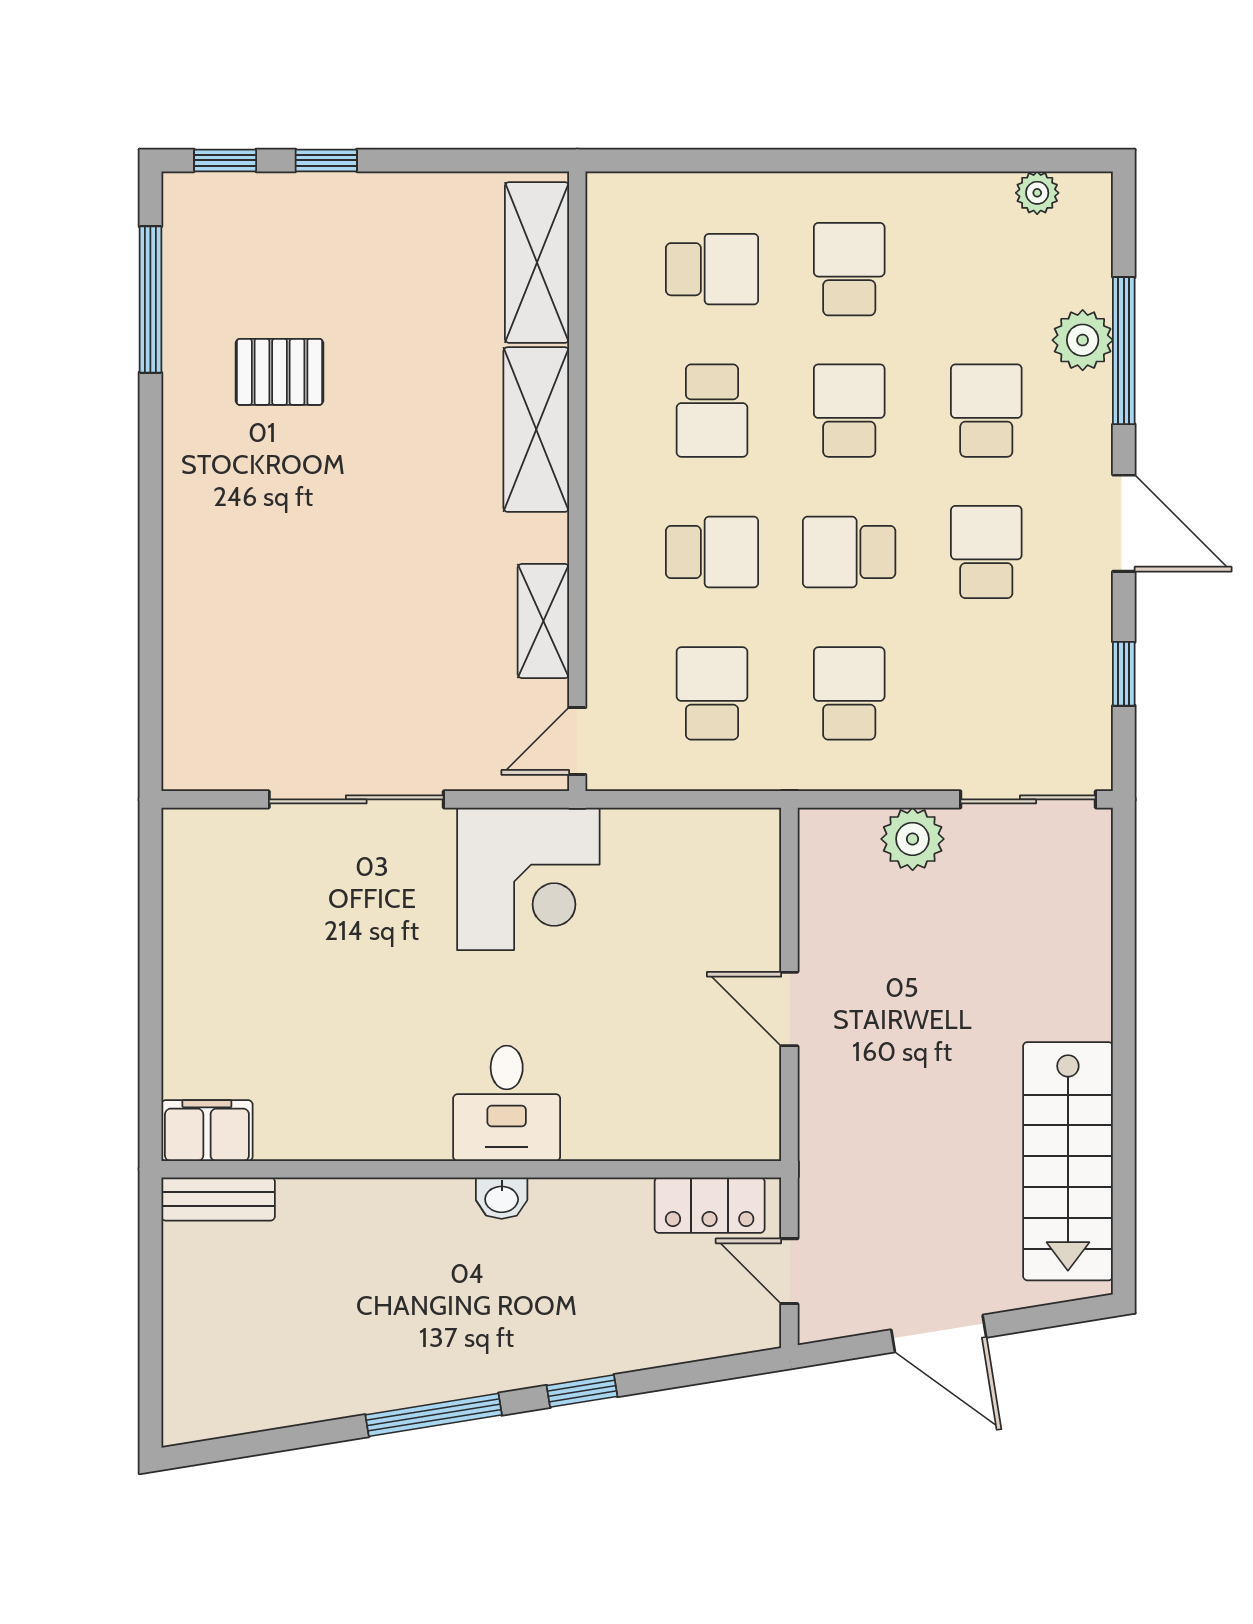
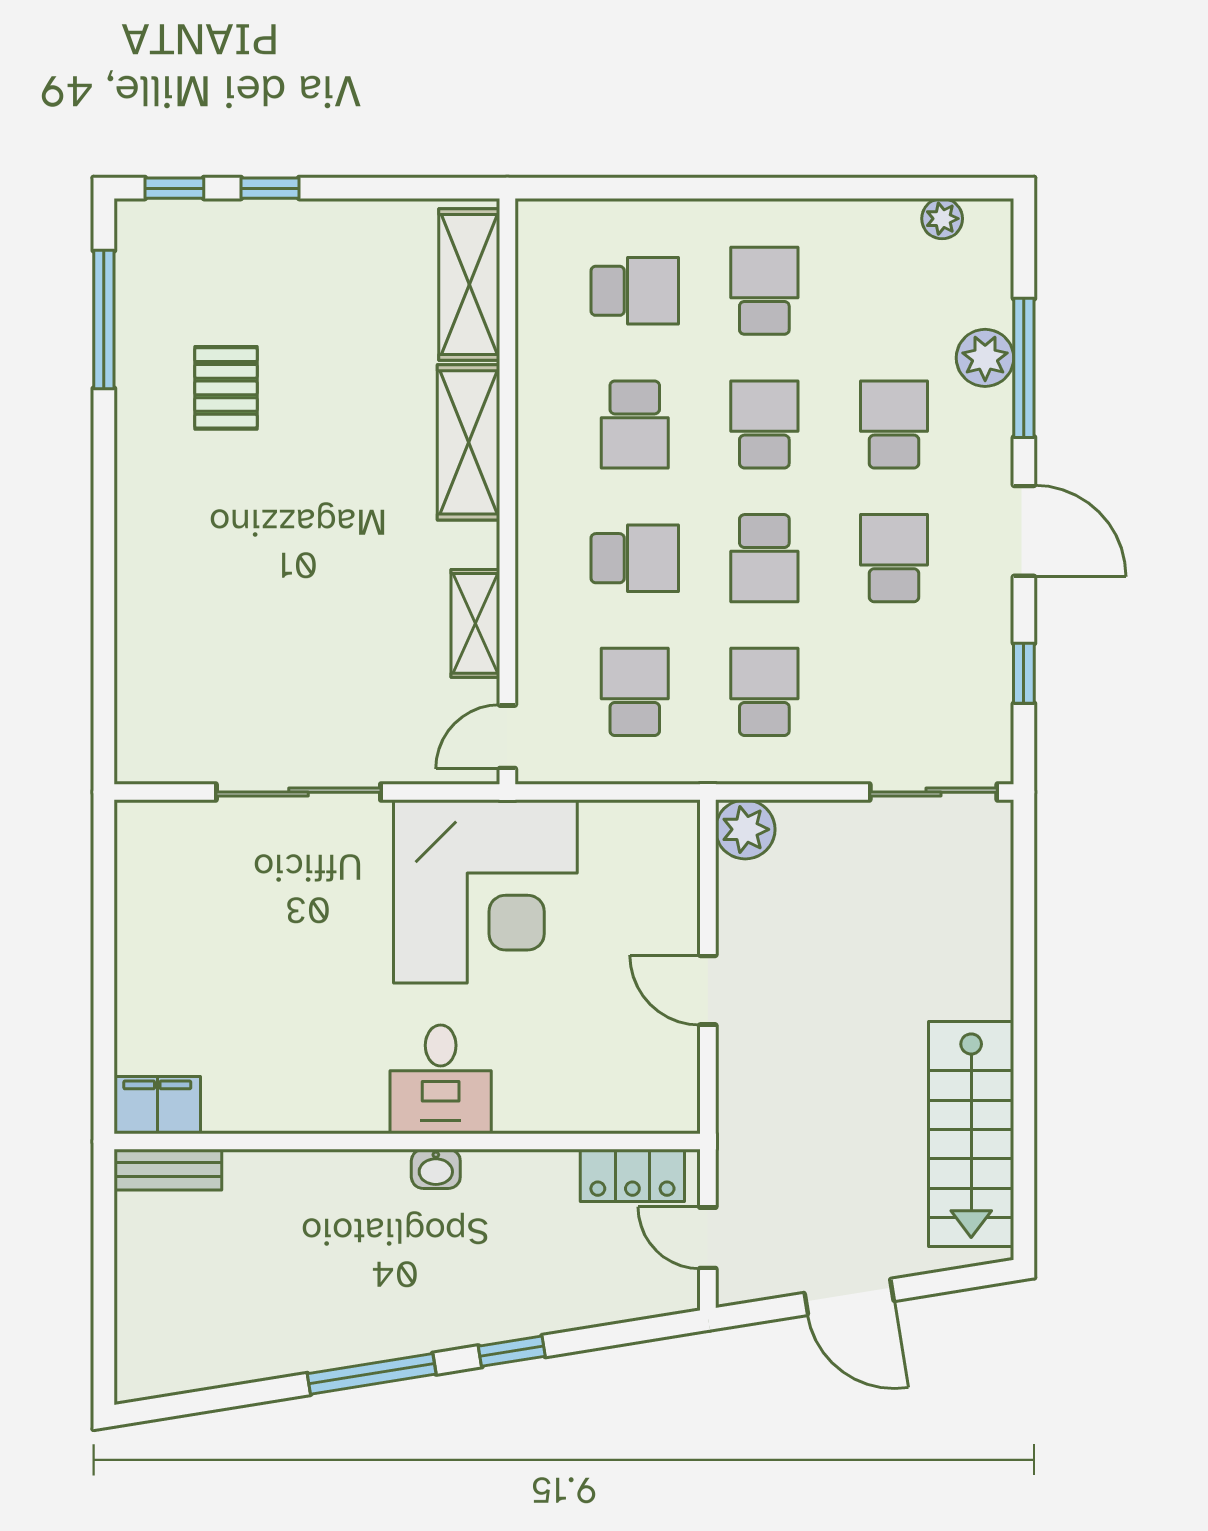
pallet: (280, 372) -> (226, 388), turned 90
school desk: (849, 552) -> (764, 558), turned -90
plant: (913, 839) -> (745, 829), moved
corner desk: (528, 879) -> (485, 891), width x1.36, depth x1.36

